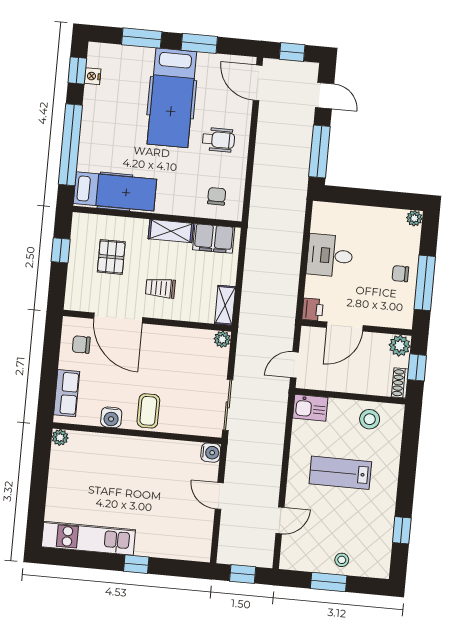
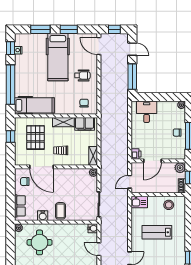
desk: (330, 256) -> (147, 112), moved, turned 90
pallet: (111, 257) -> (35, 137), width x1.50, depth x1.42
round table: (100, 471) -> (40, 242), added

